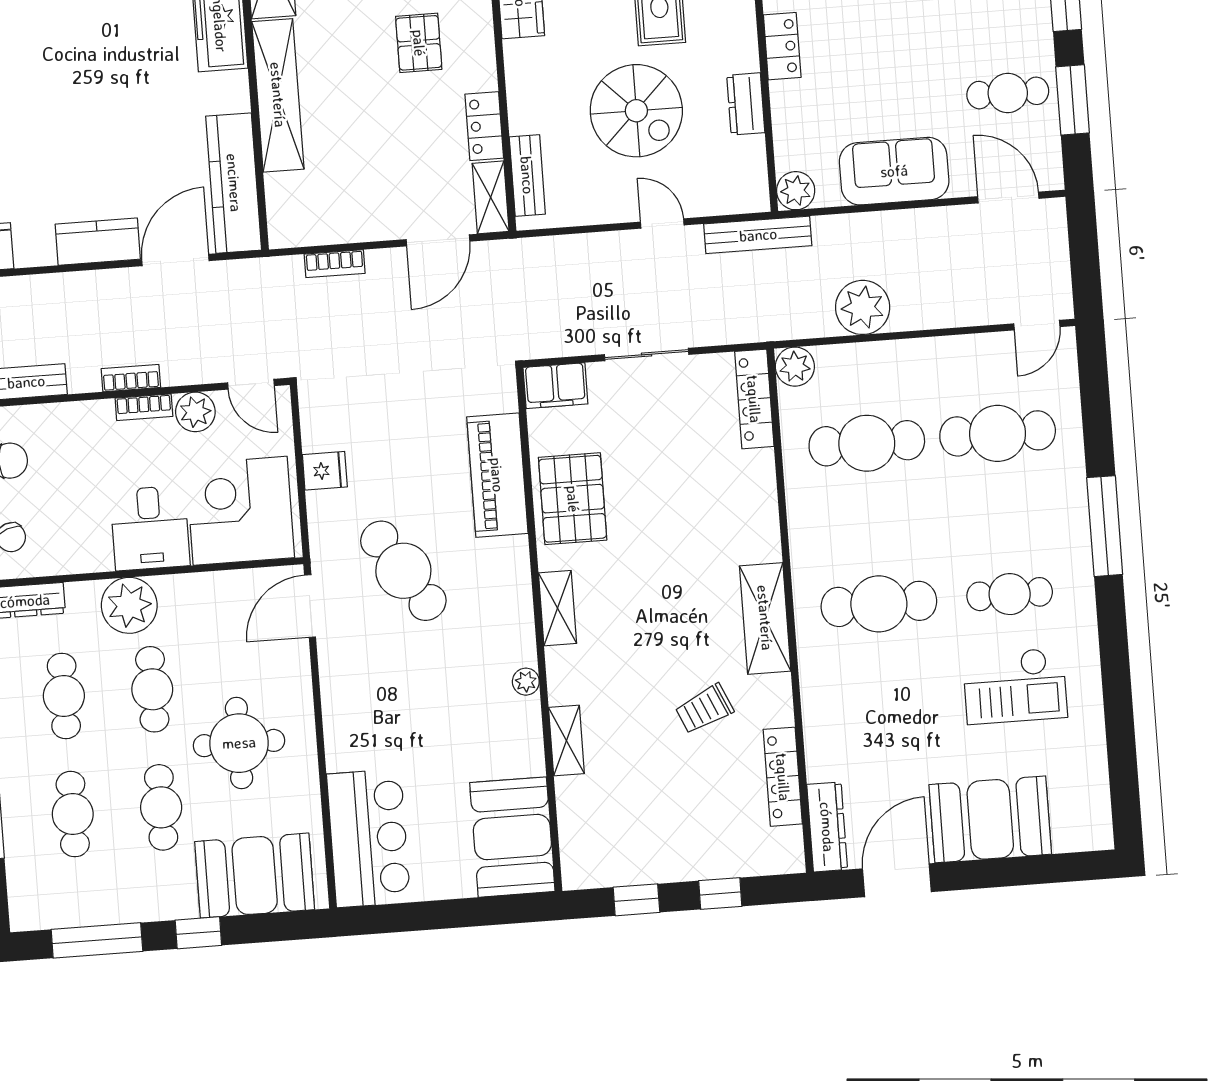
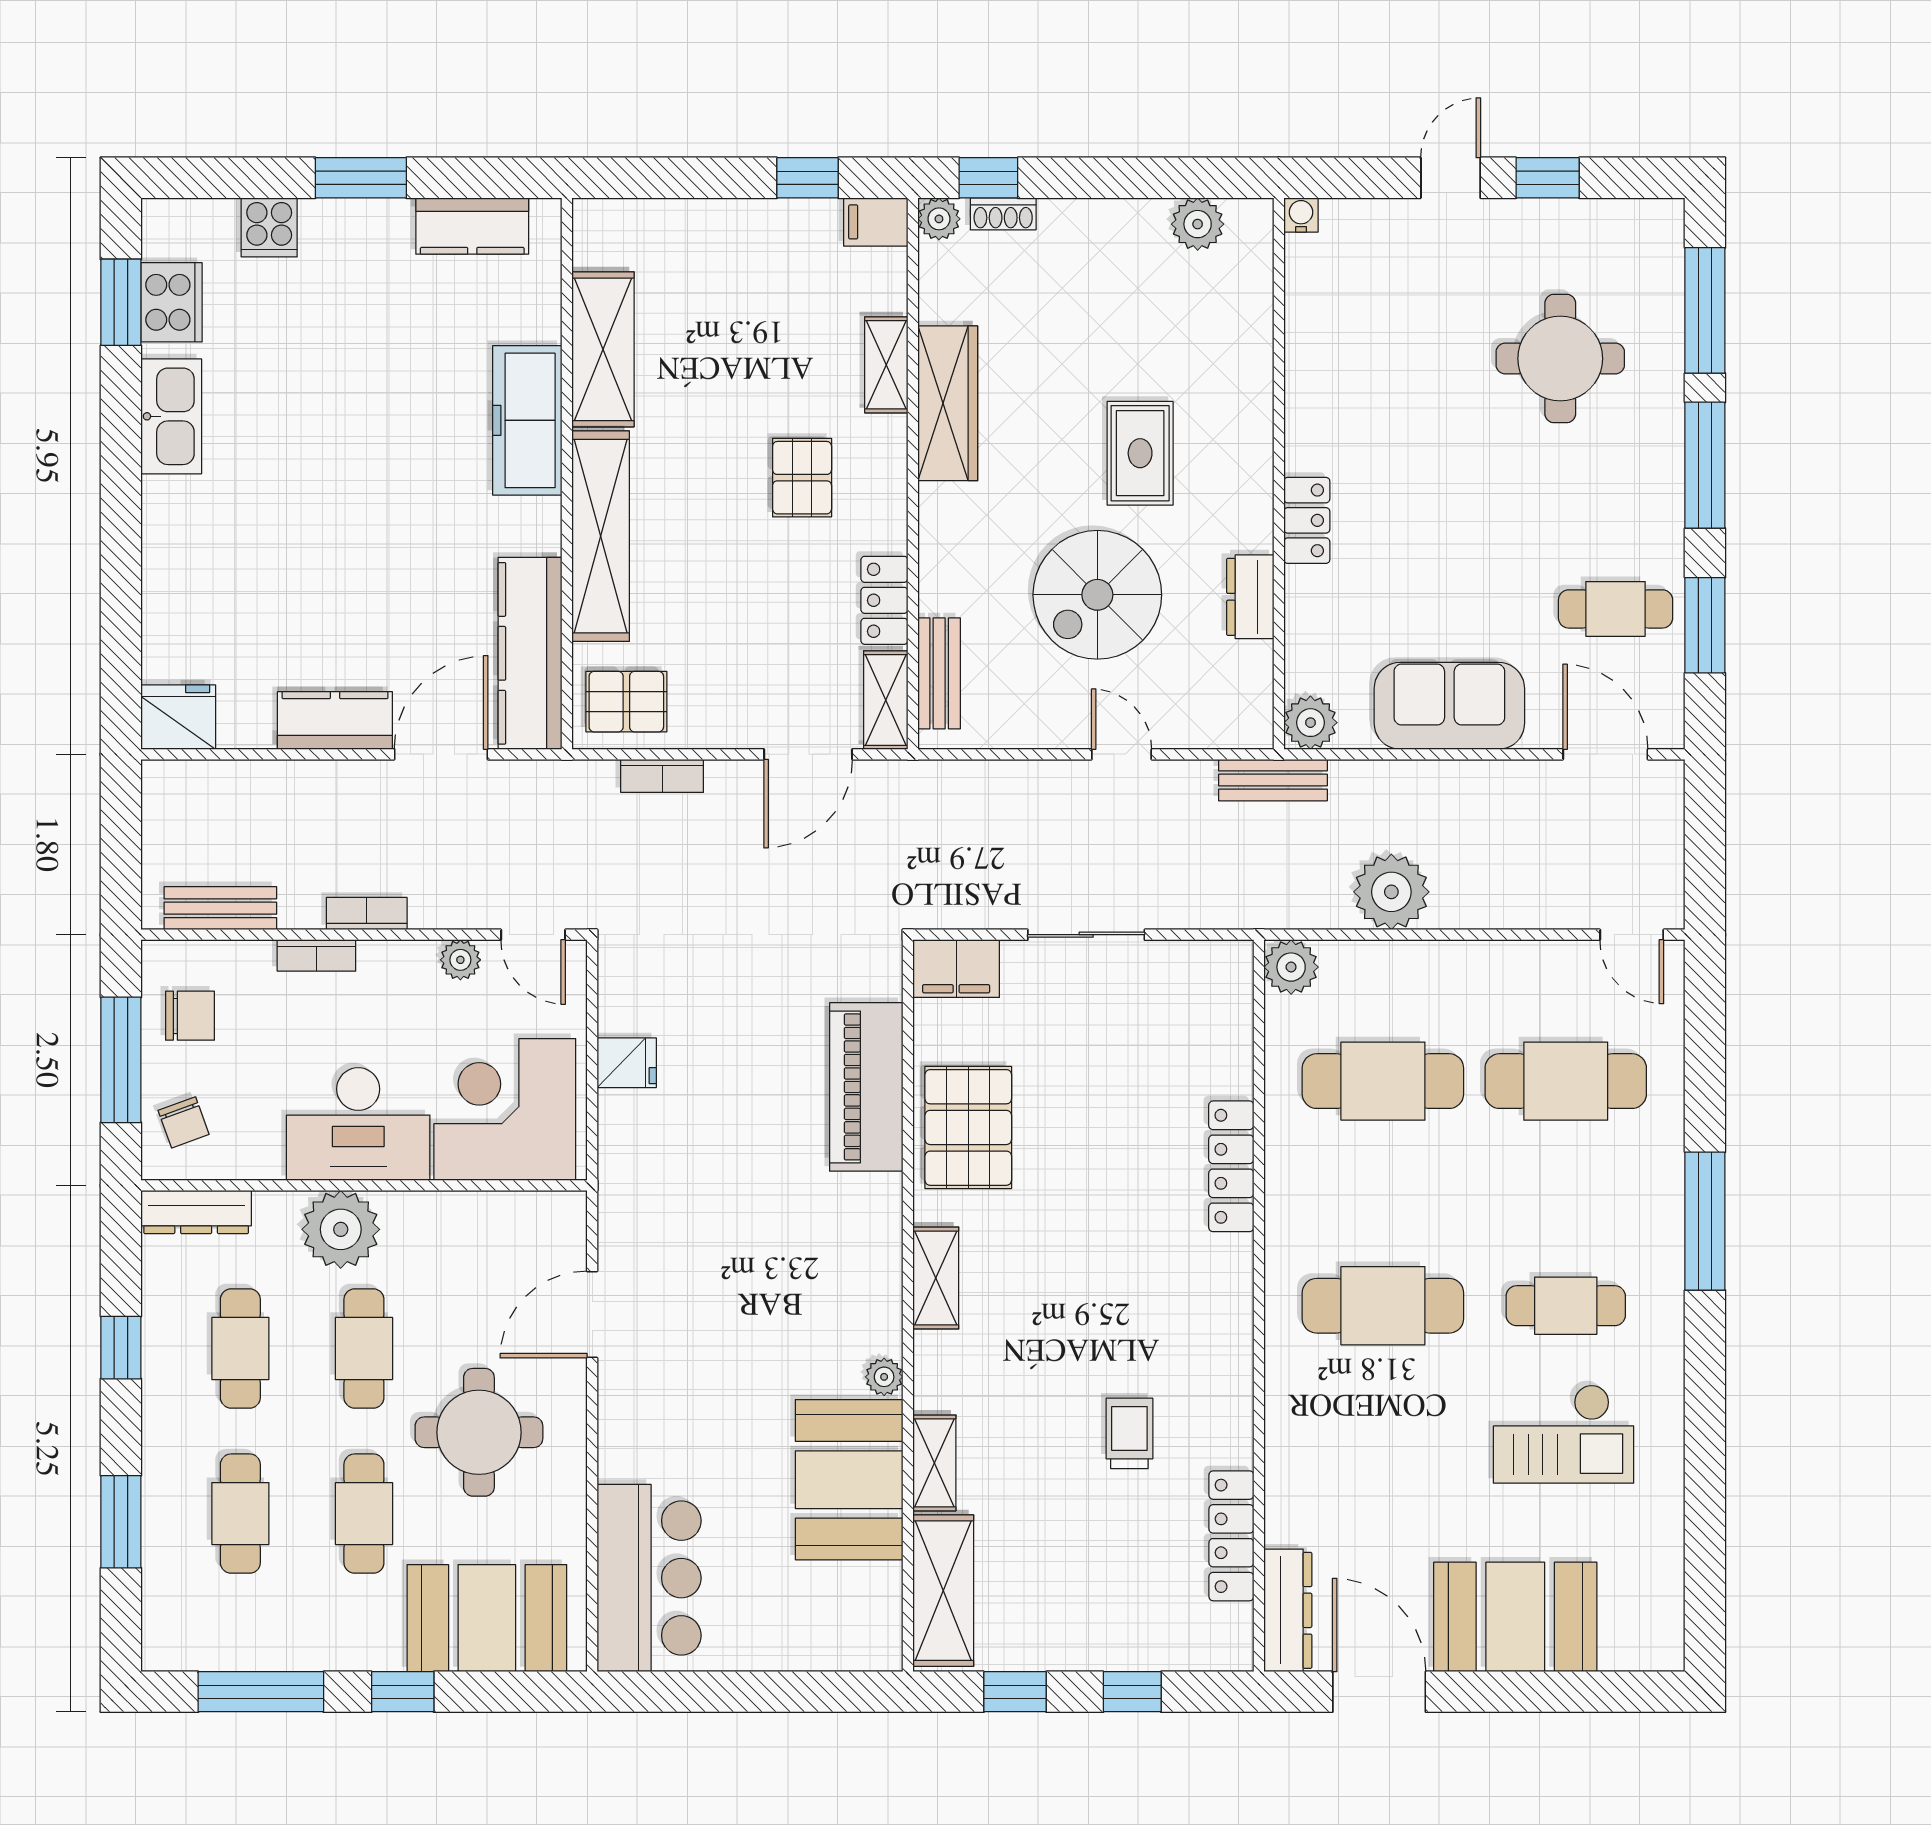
spiral stairs: (636, 111) -> (1097, 595), turned 90
pallet: (305, 212) -> (626, 702), added
bench: (758, 235) -> (1273, 780), width x0.73
door: (1037, 325) -> (1632, 935), hinge flipped
locker: (754, 399) -> (1231, 1166), moved
bookcase: (144, 407) -> (316, 955), moved
plant: (195, 412) -> (460, 960), width x0.73, depth x0.73
desk: (150, 528) -> (358, 1124), width x1.37
cafe table: (403, 571) -> (725, 1210), removed
door: (310, 606) -> (592, 1314), moved
shelving: (765, 618) -> (943, 1591), moved
trolley: (704, 709) -> (1129, 1433), turned 114
booth: (512, 837) -> (849, 1480), moved
door: (897, 880) -> (1379, 1692), hinge flipped

